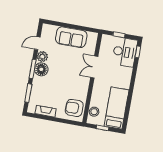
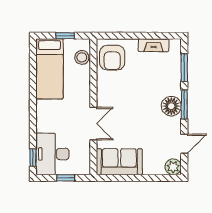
sofa: (71, 37) -> (119, 162), moved
plant: (42, 57) -> (173, 167), moved
armchair: (74, 108) -> (112, 58), turned 90

